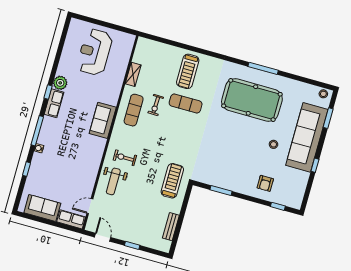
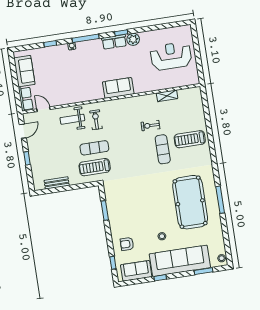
exercise mat: (134, 110) -> (94, 148), moved
treadmill: (172, 181) -> (95, 167), turned 180
sofa: (297, 186) -> (136, 271), added

